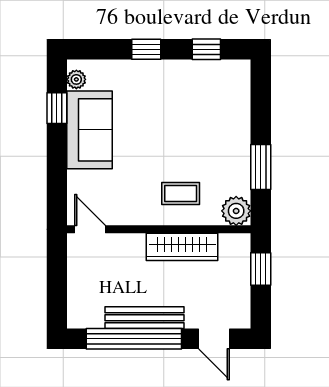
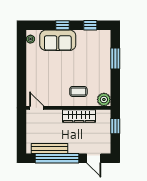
window: (57, 108) -> (22, 52), removed
sofa: (90, 130) -> (58, 40), moved, turned 90
window: (261, 167) -> (115, 59), moved
bench: (145, 318) -> (49, 149), moved

